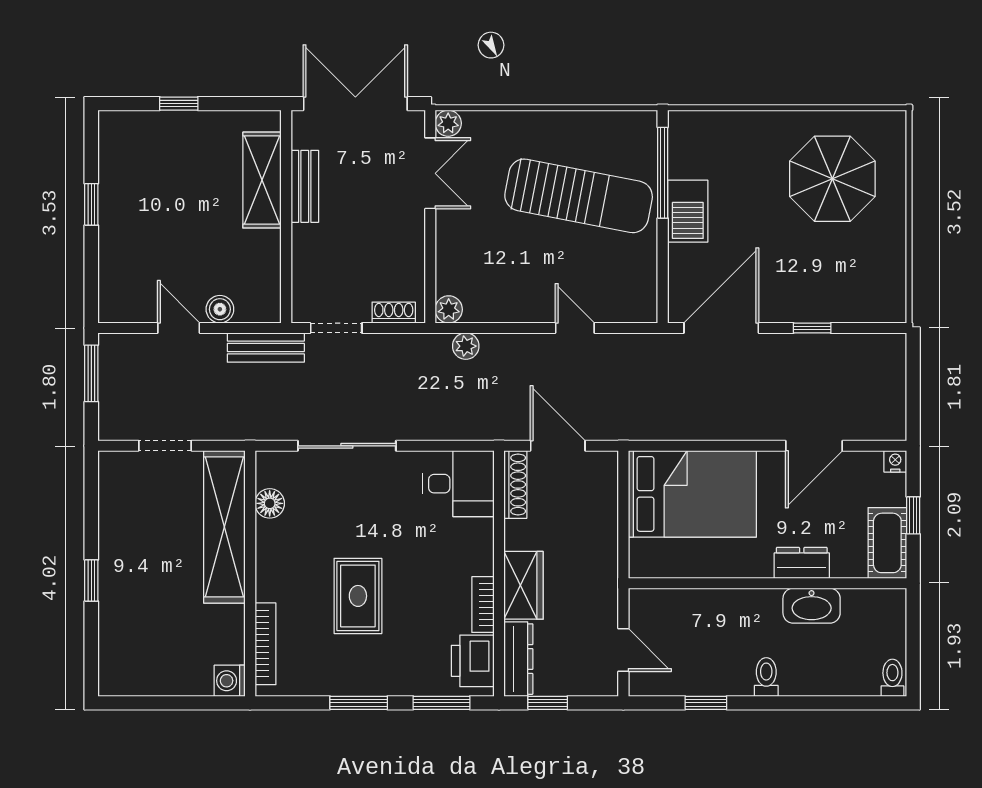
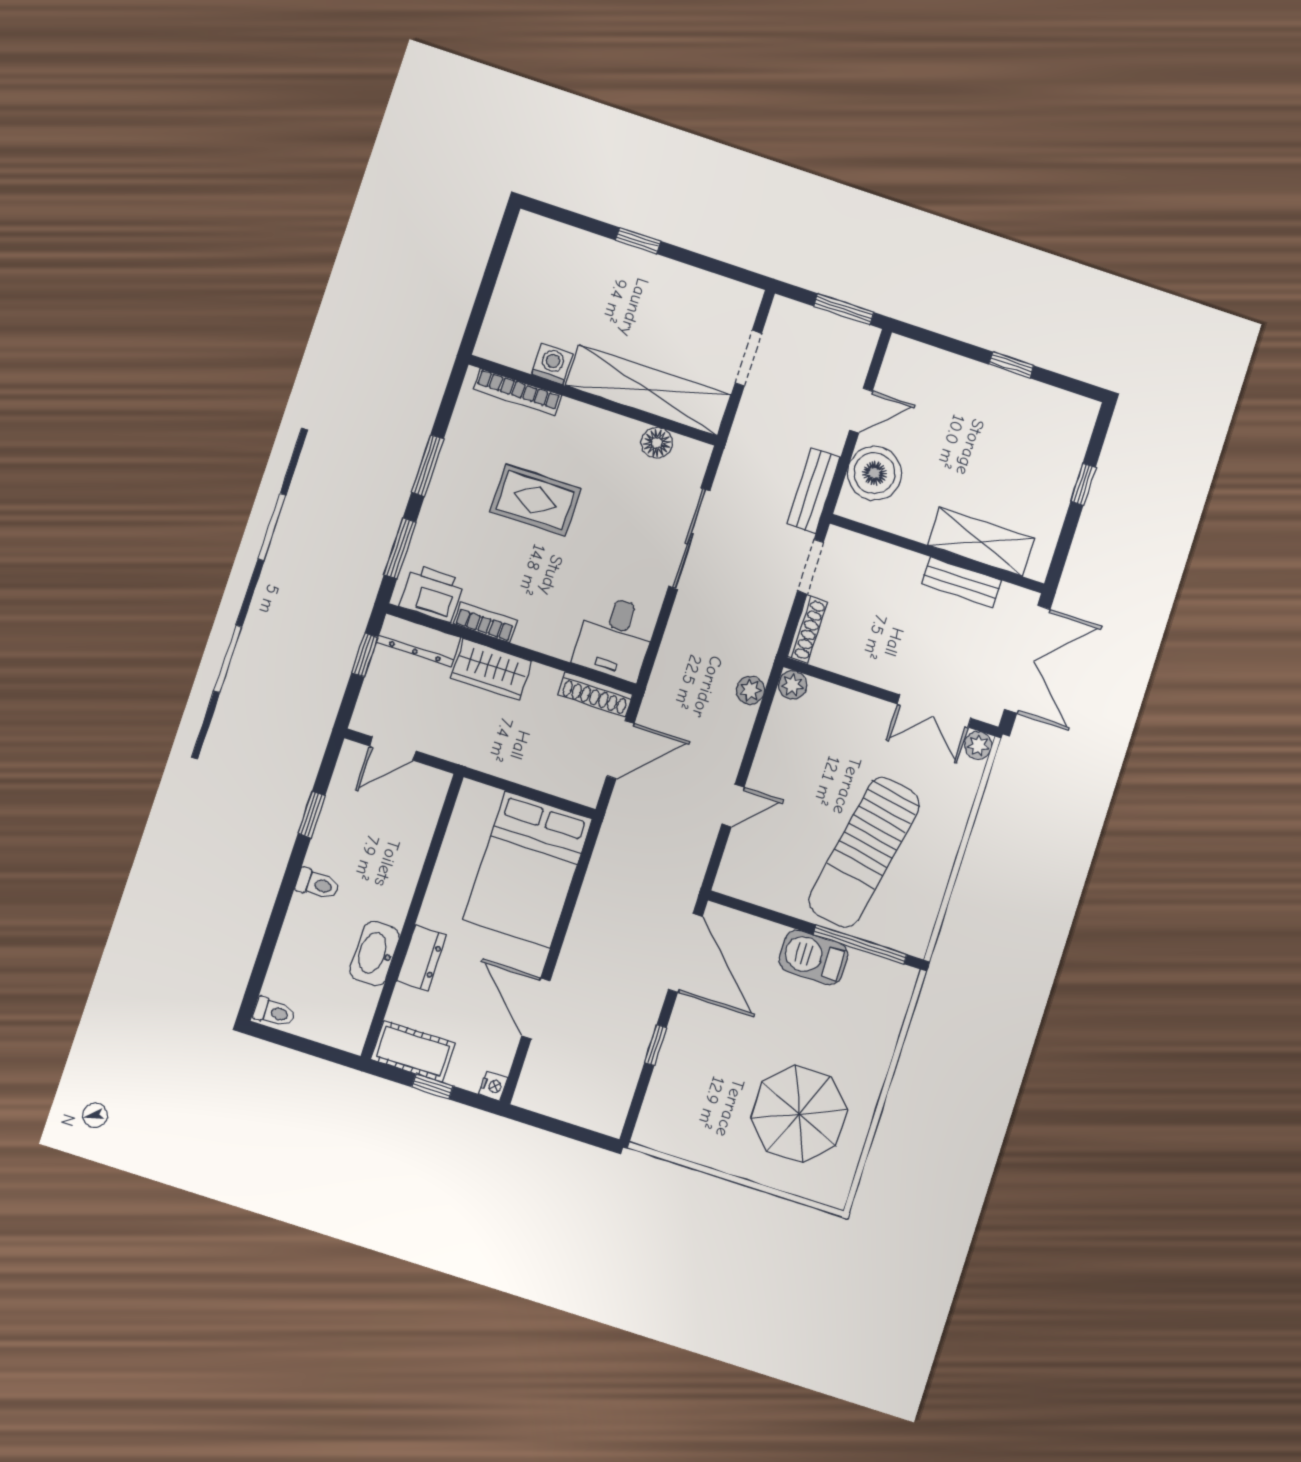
boiler: (220, 309) -> (874, 473), width x1.86, depth x1.86
shoe rack: (394, 313) -> (807, 629), width x1.43
washing machine: (230, 681) -> (552, 364), moved

